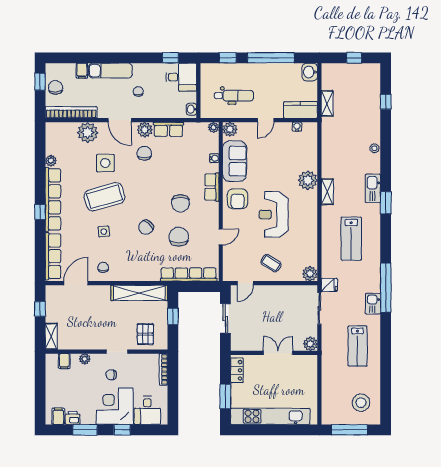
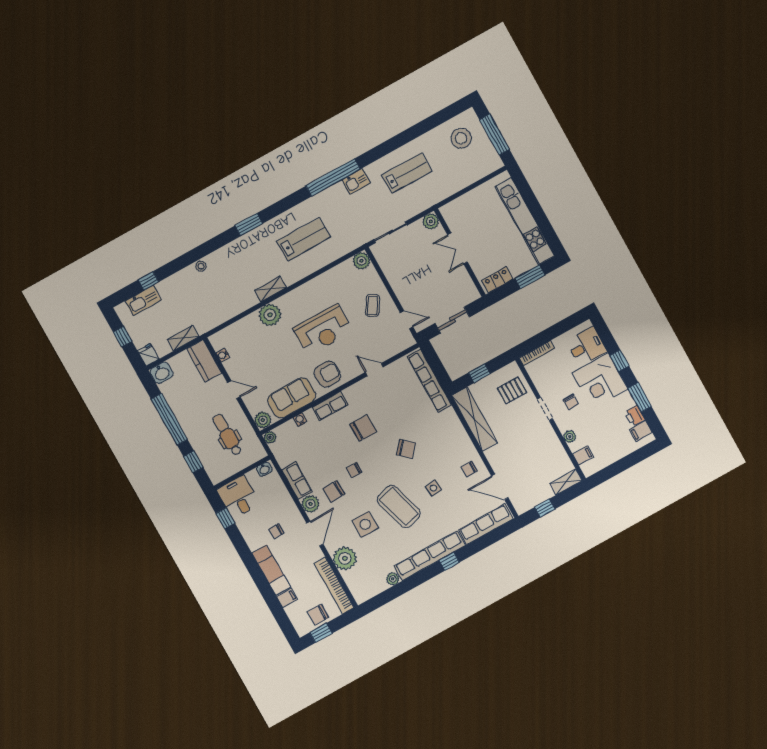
kitchen sink: (373, 188) -> (143, 301), moved
chair: (179, 237) -> (354, 470), moved, width x0.54, depth x0.54
fridge: (329, 285) -> (148, 355), moved

